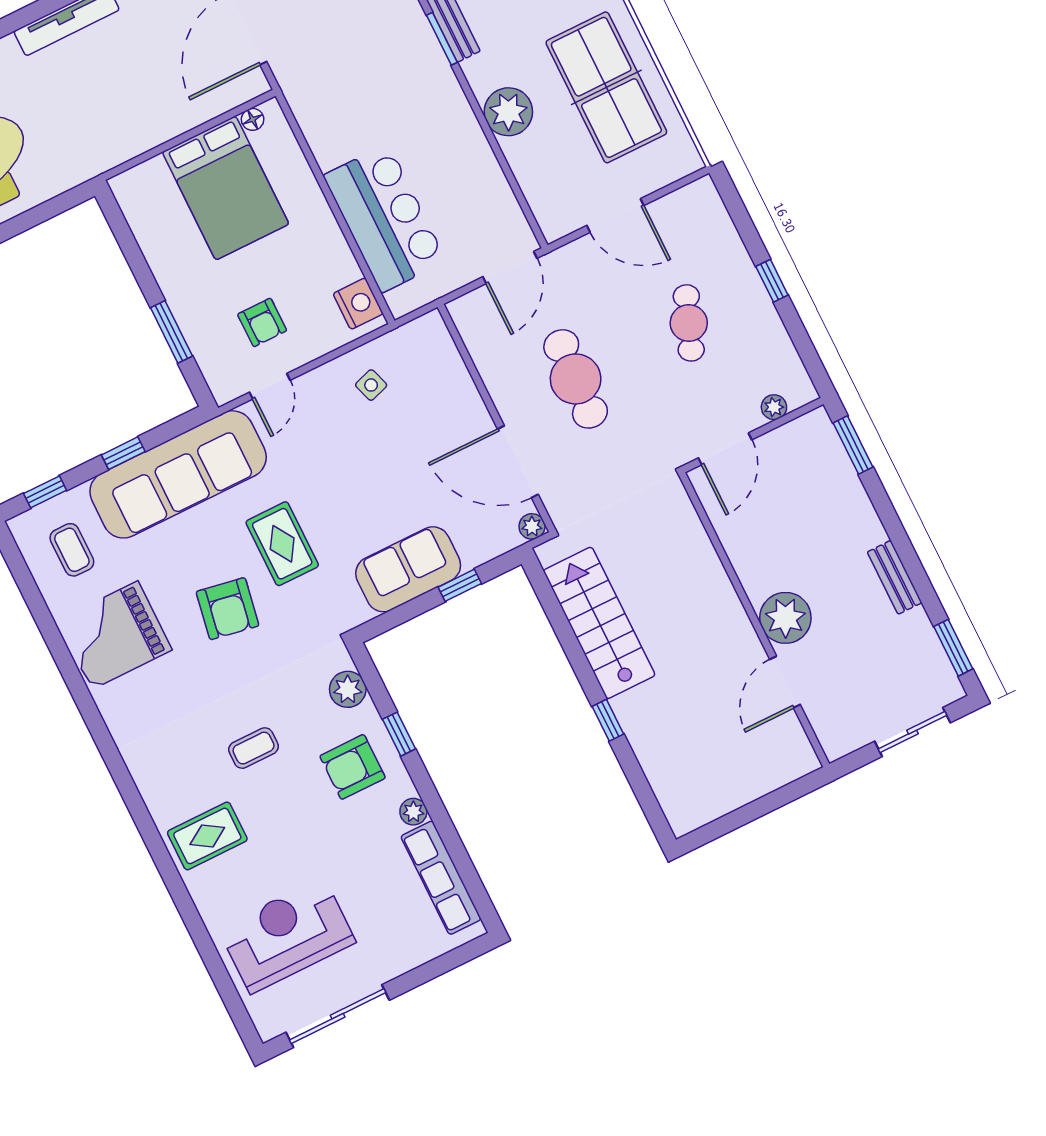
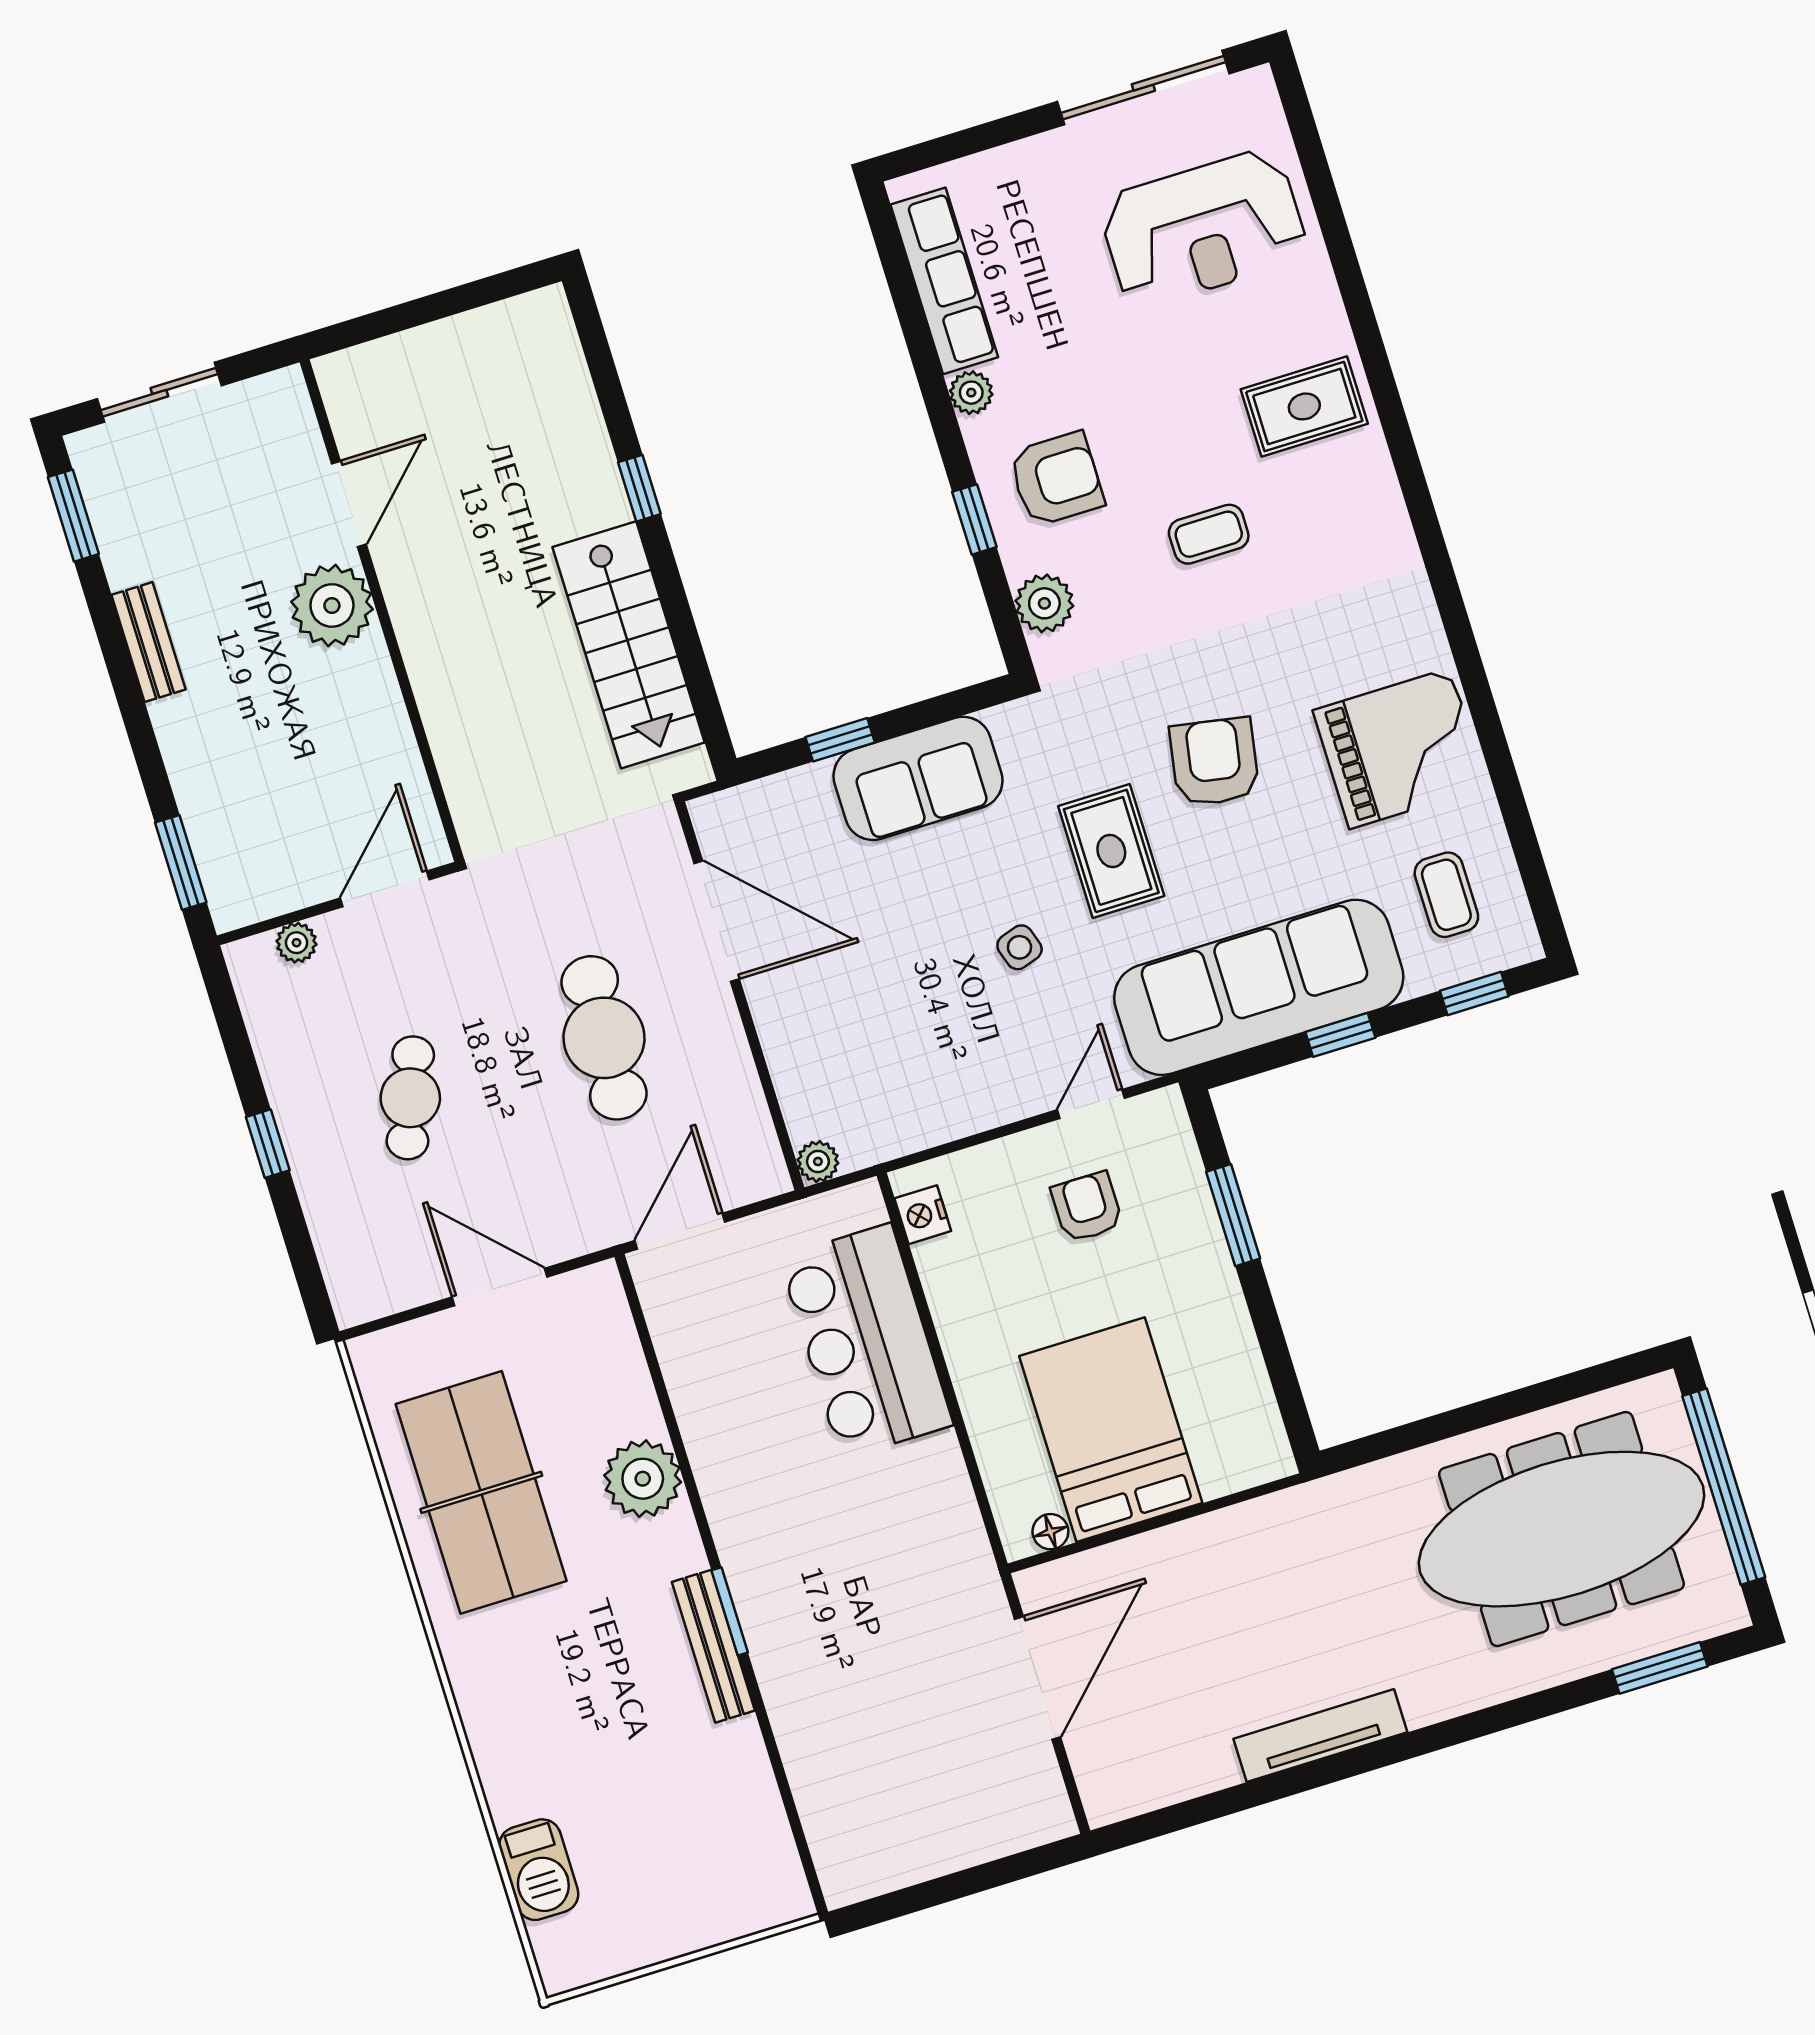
nightstand: (358, 304) -> (923, 1215), width x0.74, depth x0.75
side table: (371, 385) -> (1020, 947), moved
plant: (532, 526) -> (818, 1161), moved

